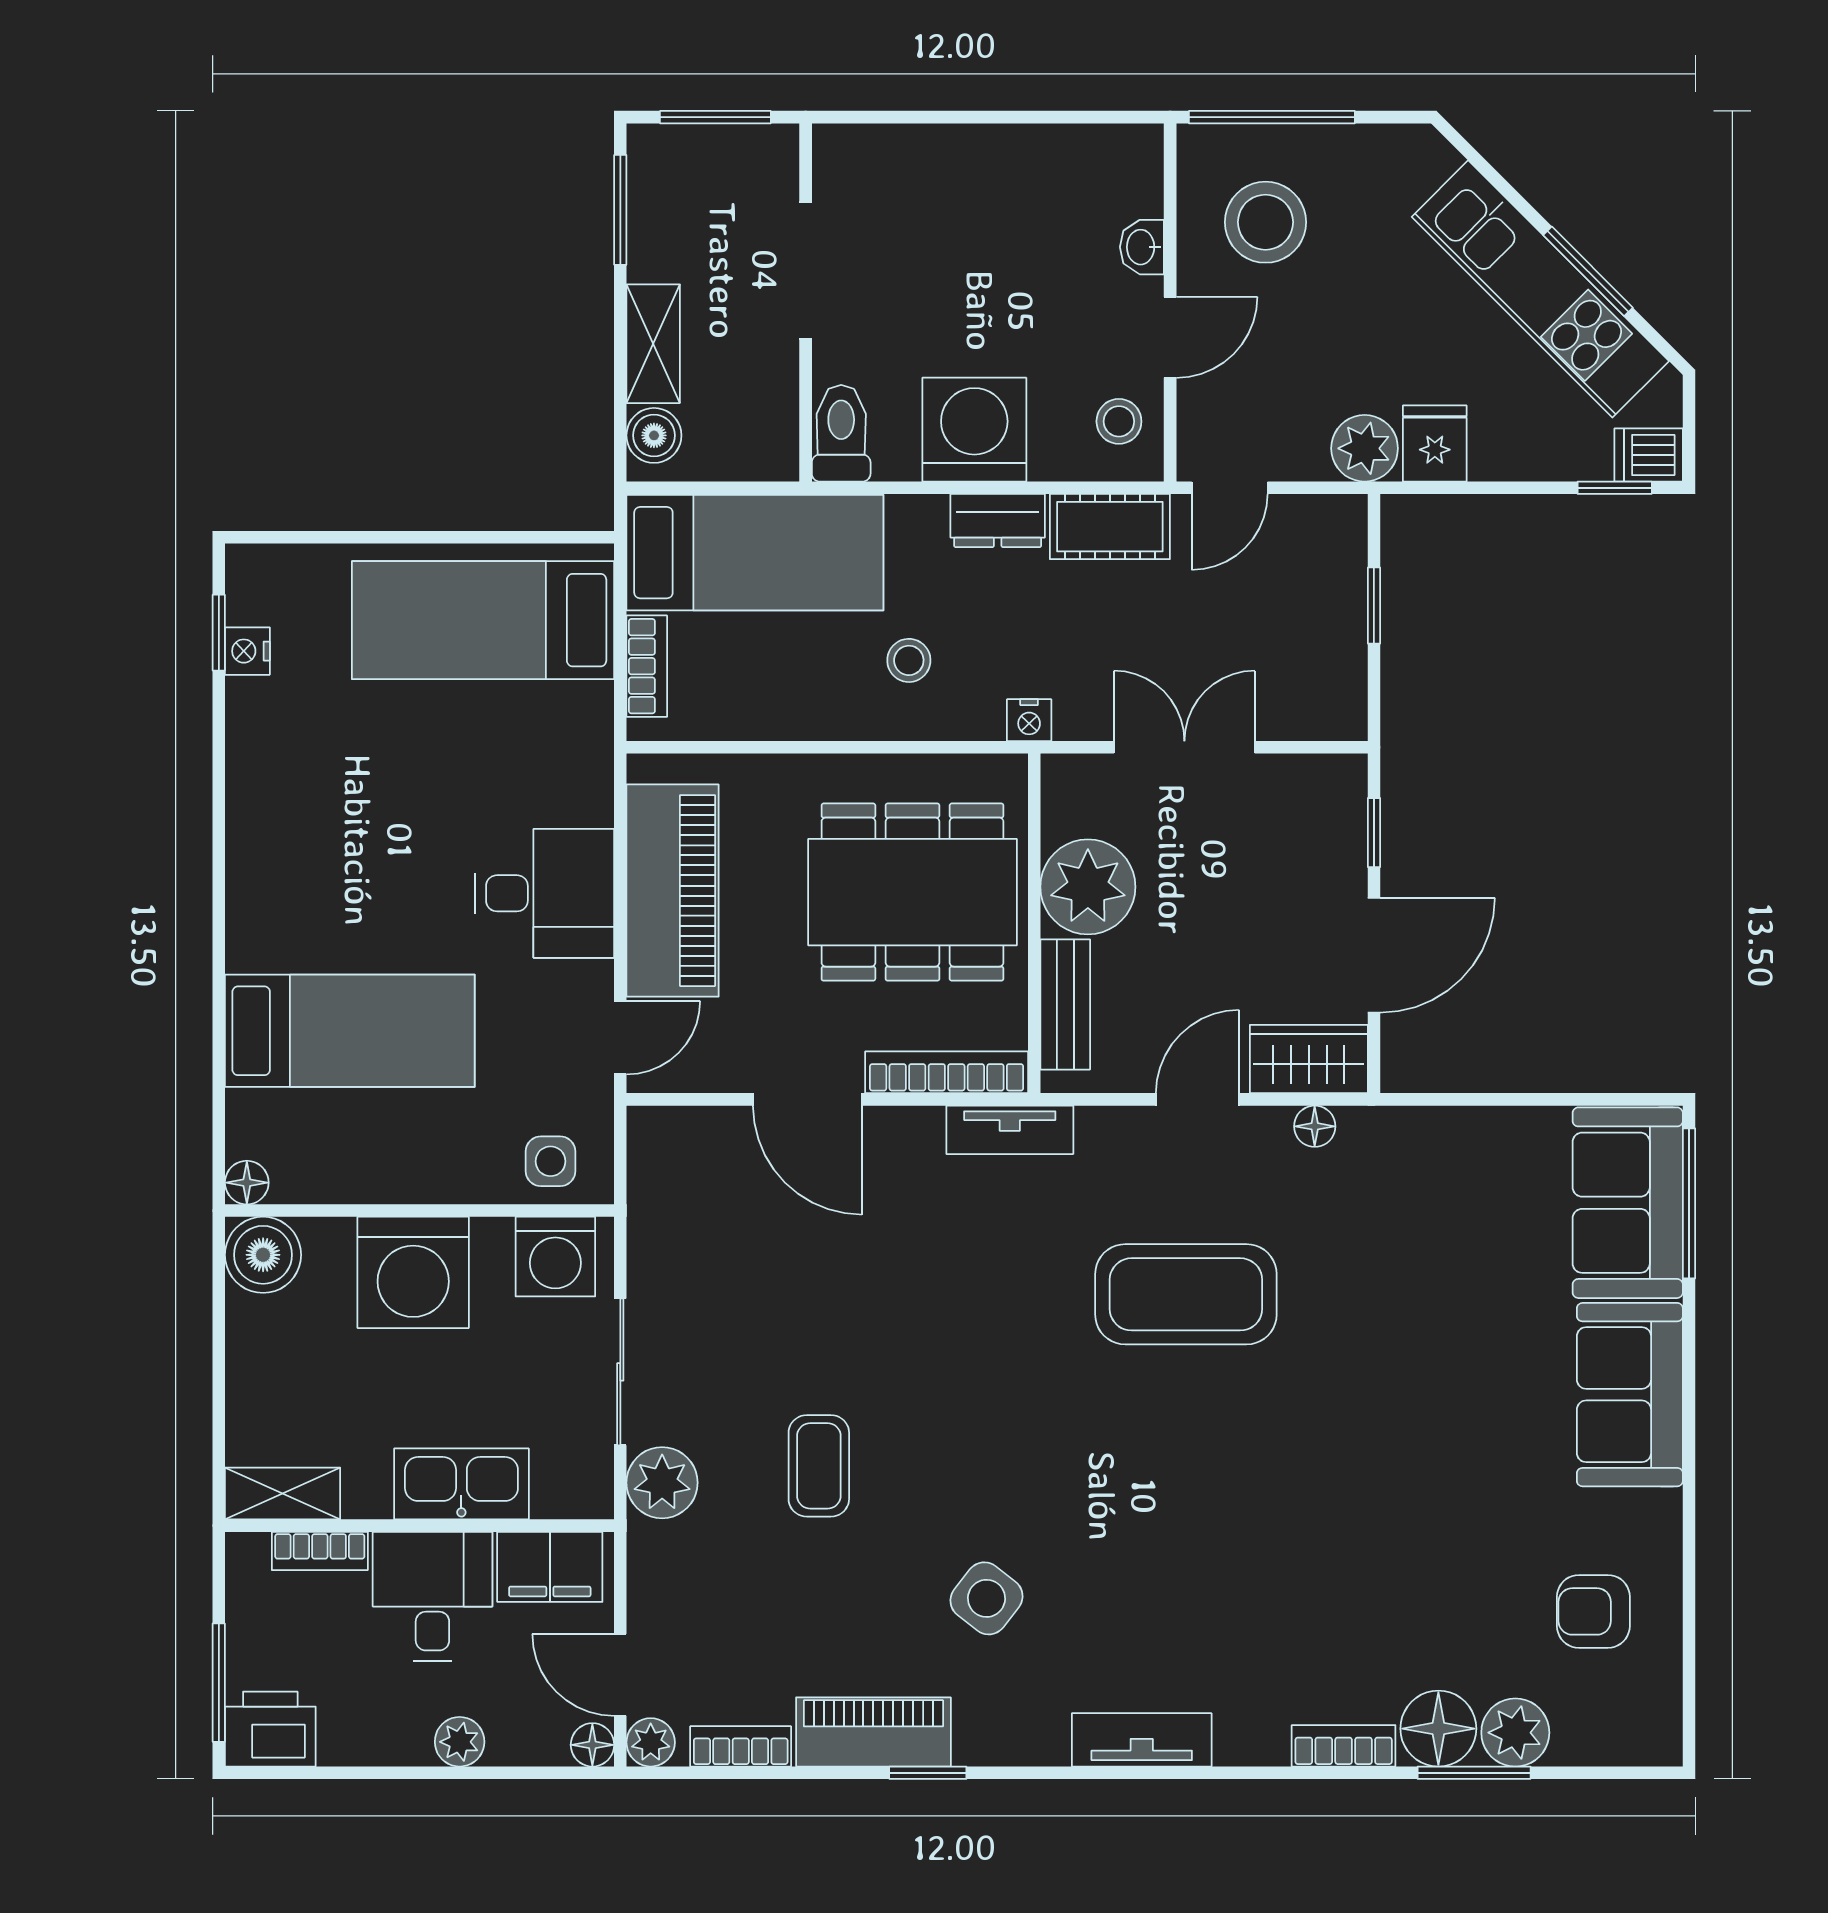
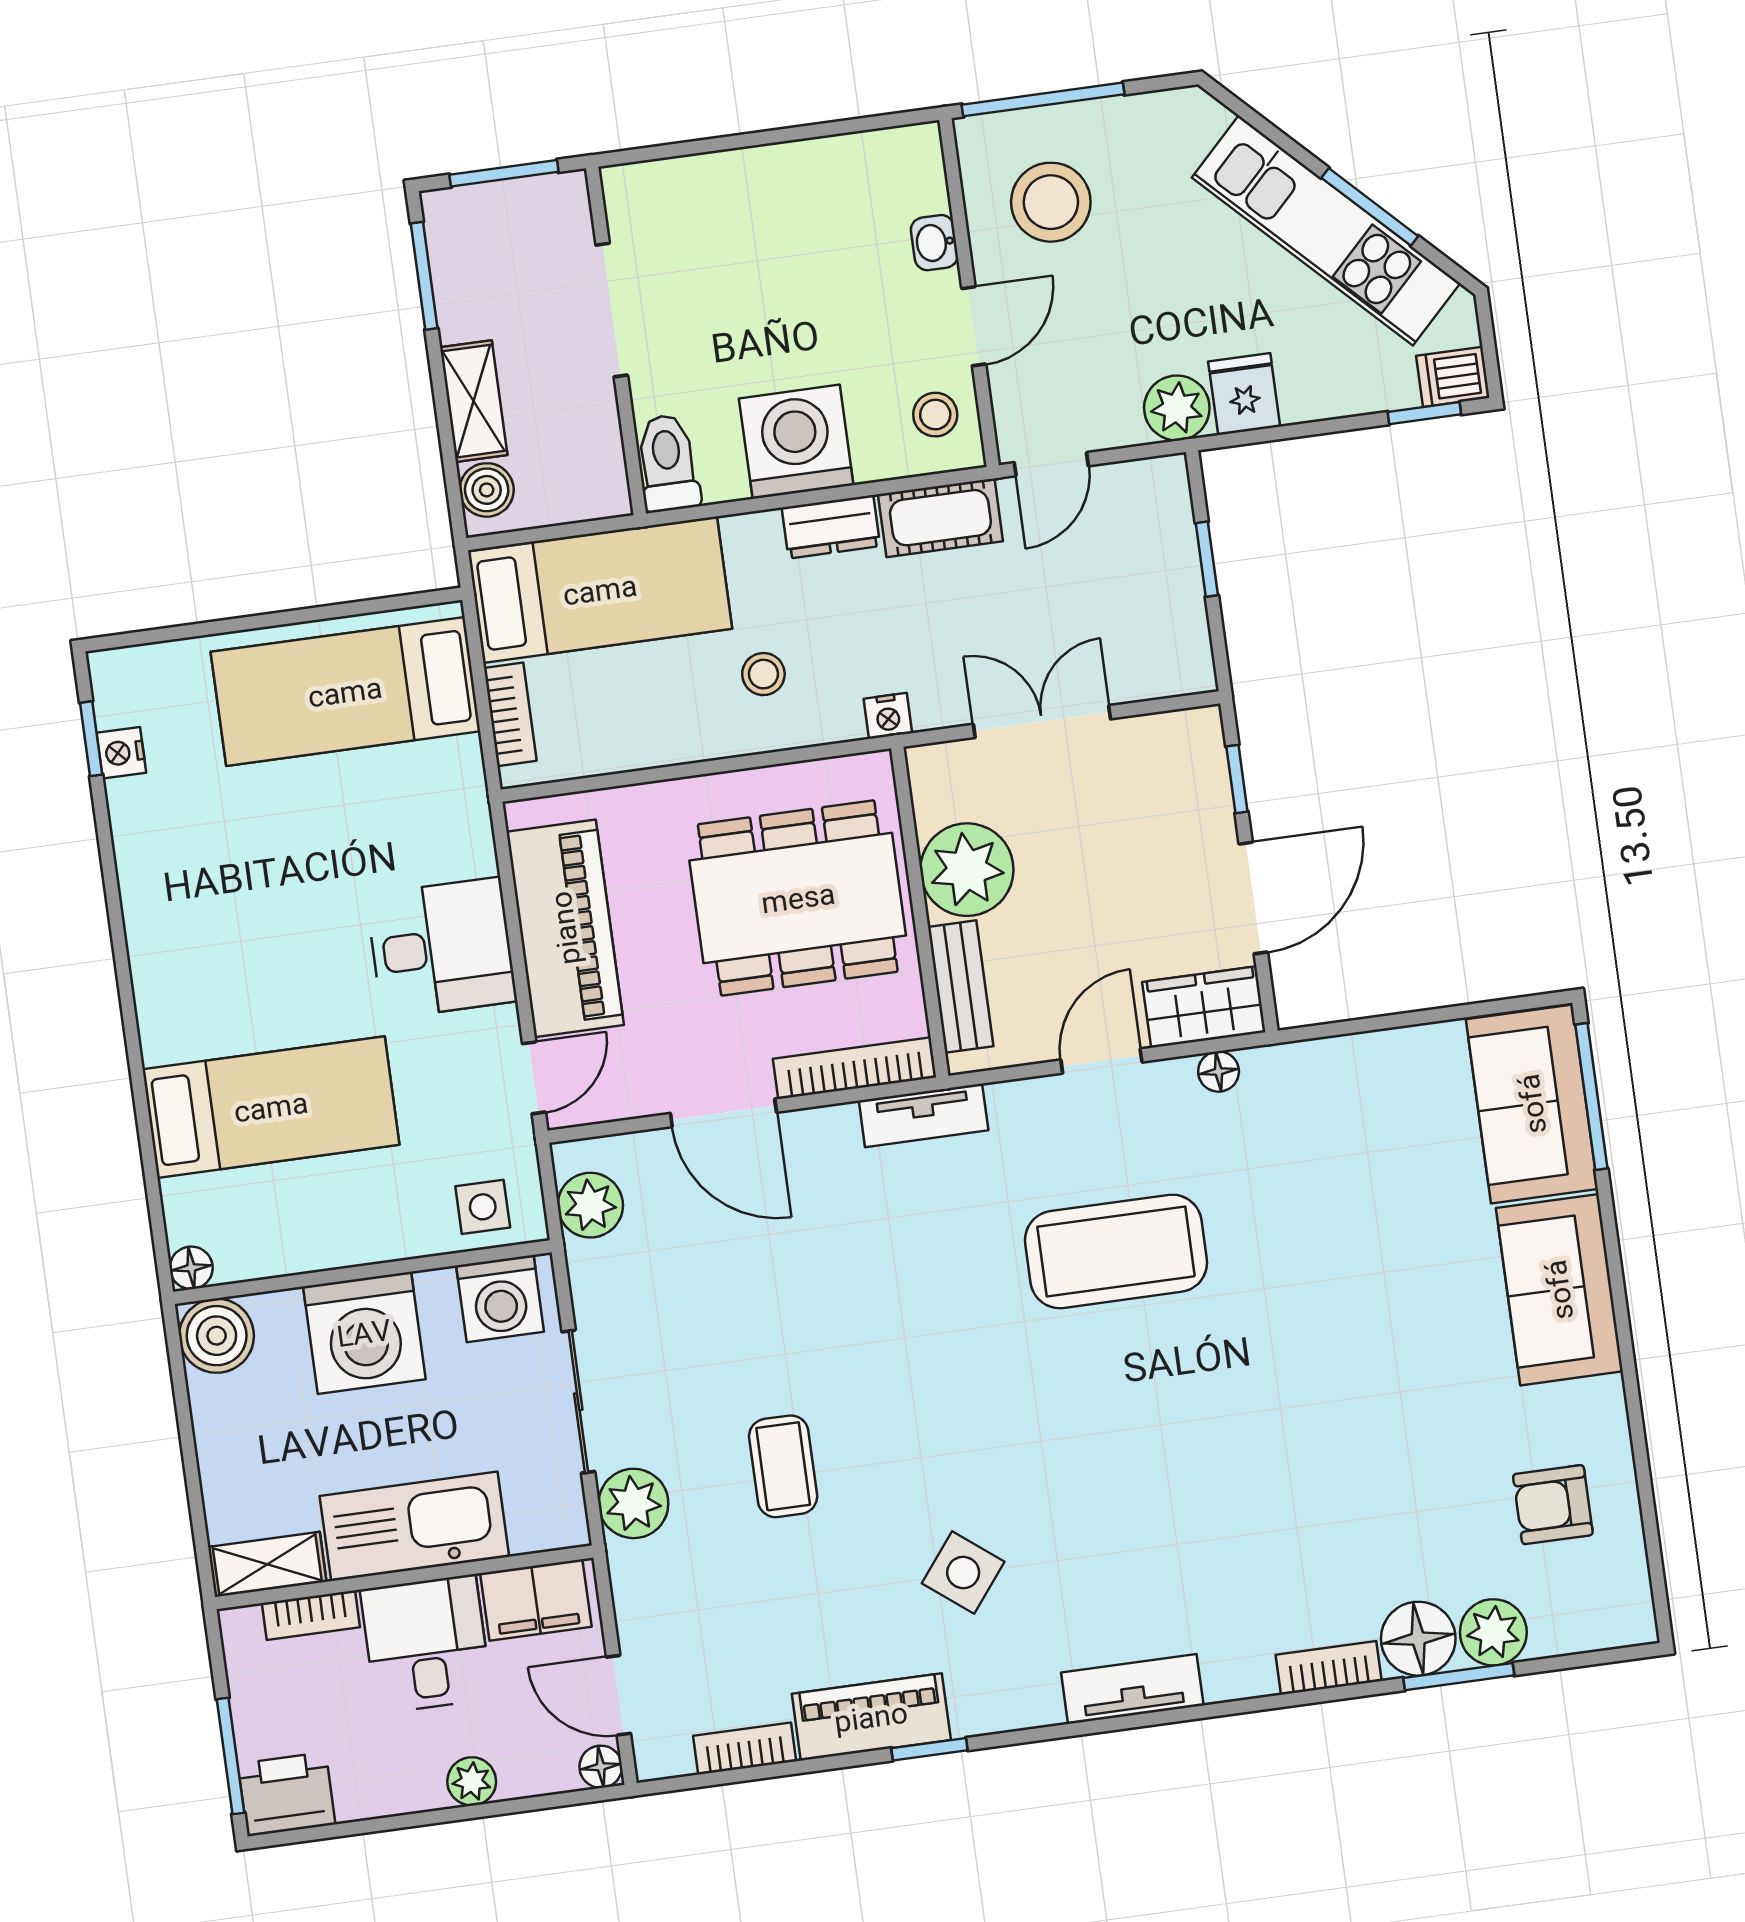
kitchen sink: (461, 1484) -> (414, 1526), width x1.36, depth x1.24
plant: (651, 1742) -> (590, 1205), moved, width x1.38, depth x1.38

